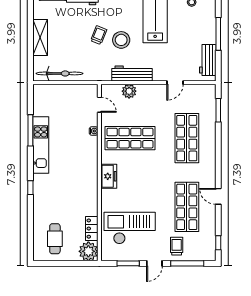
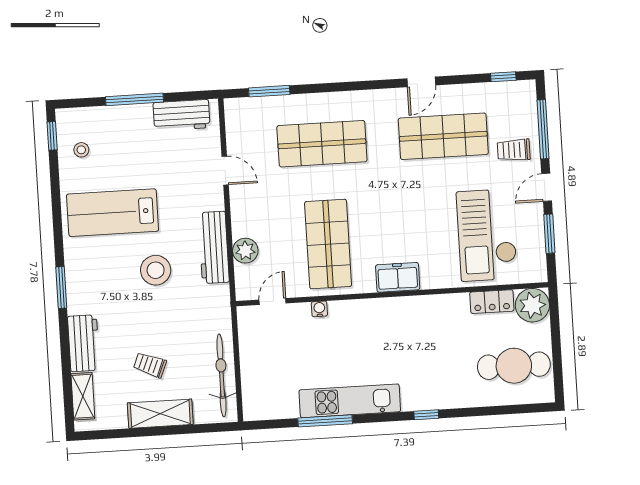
trolley: (99, 35) -> (150, 365), moved
cafe table: (55, 239) -> (514, 366), width x1.37, depth x1.35
door: (154, 263) -> (547, 187), swing flipped

